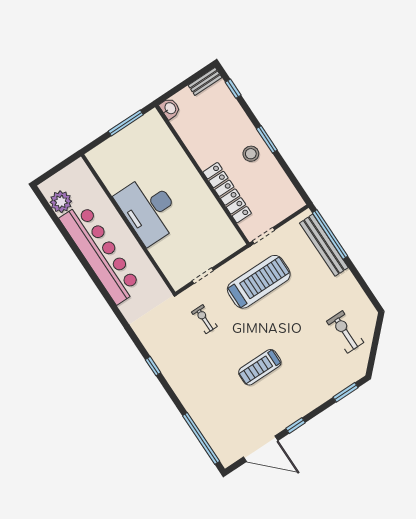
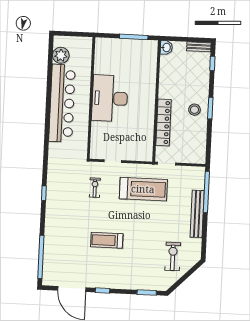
bench: (324, 245) -> (197, 214), moved

